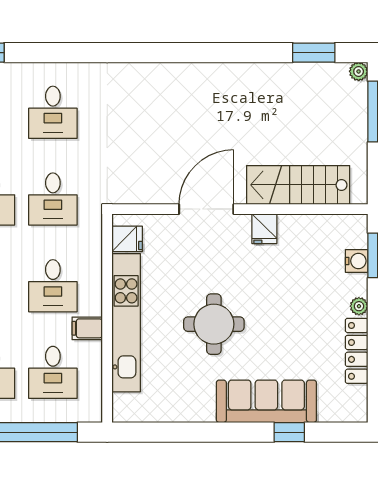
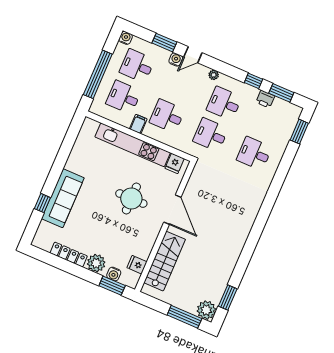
plant: (359, 71) -> (206, 310), width x1.88, depth x1.88
fridge: (264, 229) -> (137, 265), moved
plant: (359, 306) -> (96, 263), width x1.88, depth x1.88
round table: (214, 324) -> (131, 199), moved

